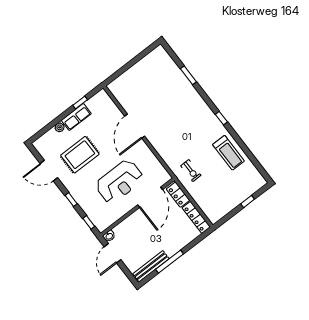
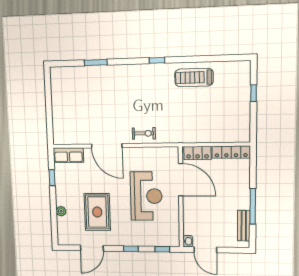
row of seats: (76, 117) -> (68, 155), moved, turned 90
treadmill: (228, 153) -> (194, 77), turned 180
exercise bike: (191, 171) -> (144, 133), moved
bench: (151, 266) -> (244, 226), width x0.73

